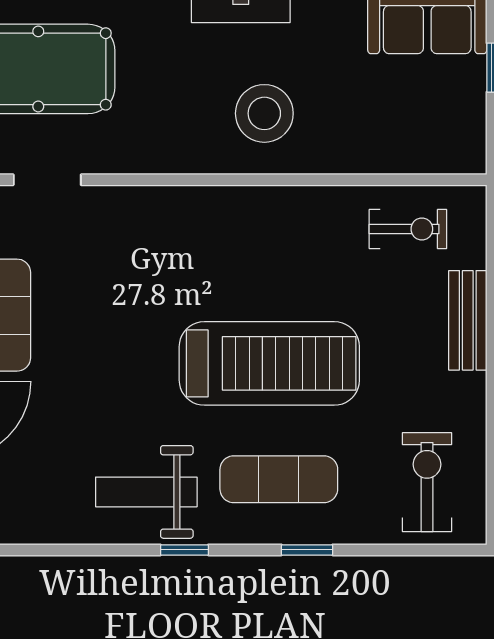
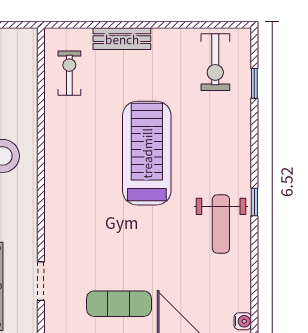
exercise mat: (279, 479) -> (214, 148), removed
exercise bike: (427, 482) -> (215, 62), turned -90
window: (307, 550) -> (254, 83), moved

